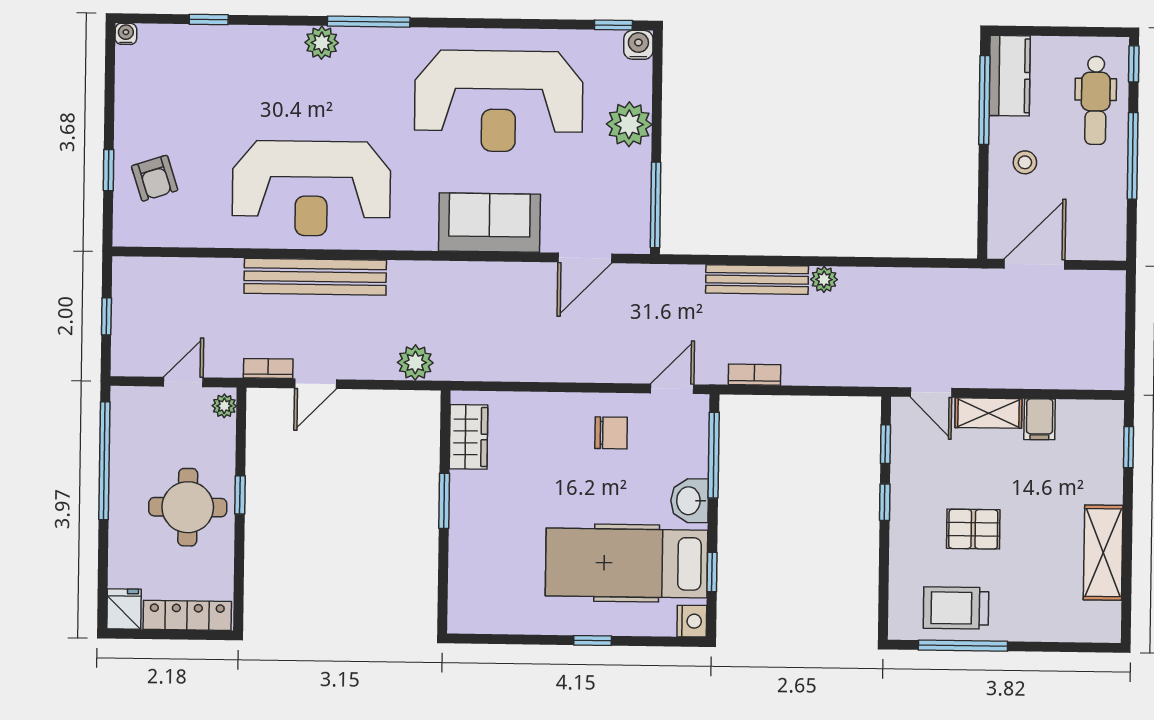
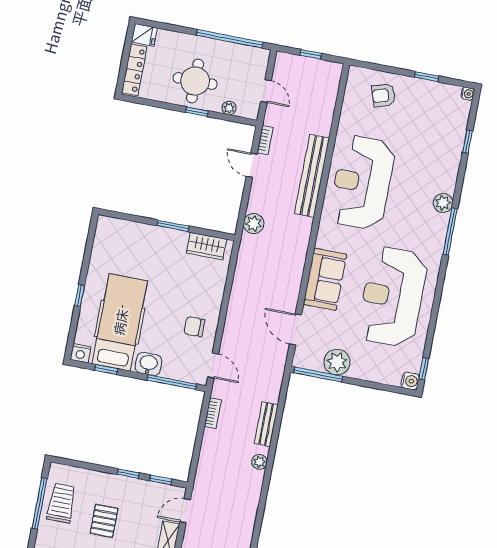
plant: (629, 124) -> (337, 362), moved
window: (108, 170) -> (427, 77), moved
bench: (757, 280) -> (266, 424), width x0.73
plant: (224, 406) -> (229, 108), moved
chair: (611, 433) -> (194, 327), turned 90

